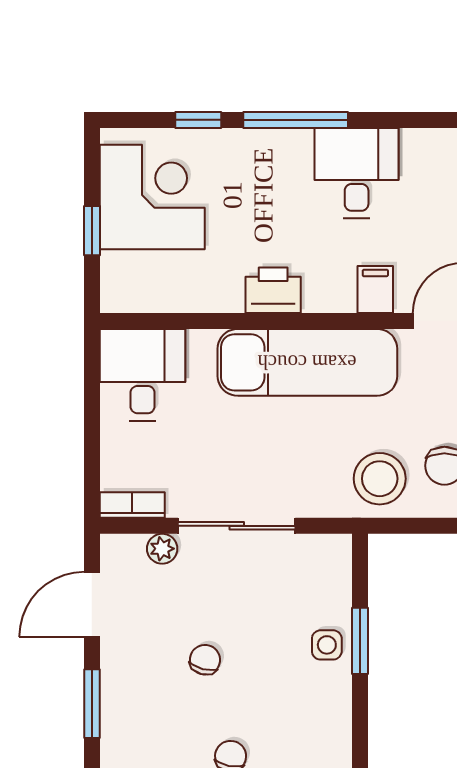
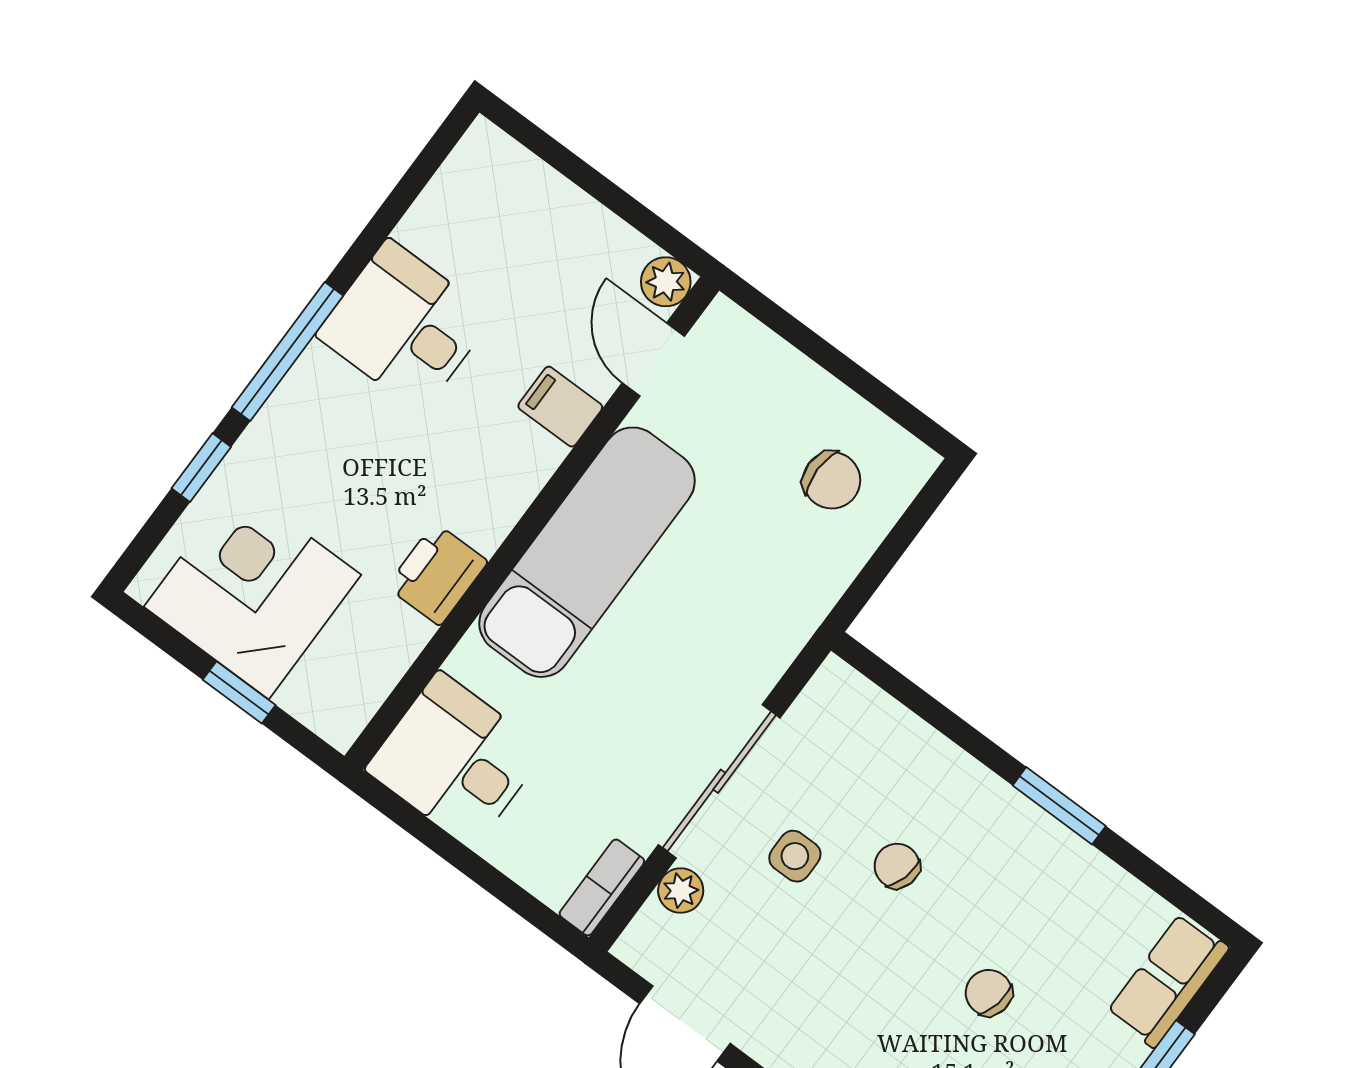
printer: (273, 290) -> (437, 574), moved
stool: (380, 479) -> (790, 569), removed
window: (360, 641) -> (1059, 806), moved
side table: (327, 645) -> (795, 856), moved
chair: (205, 660) -> (897, 866), moved

